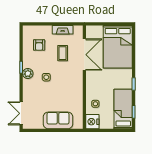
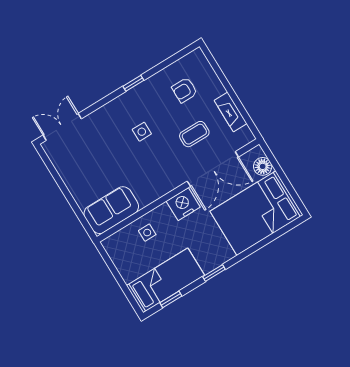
floor lamp: (98, 30) -> (263, 166), added
plant: (28, 73) -> (130, 100), removed
sofa: (58, 120) -> (111, 210), moved, turned -90
nightstand: (92, 122) -> (183, 204), moved

